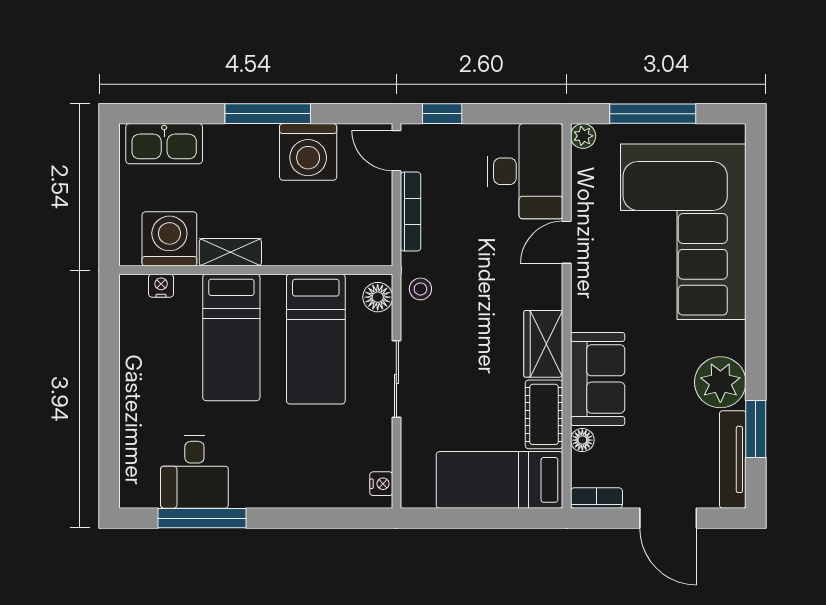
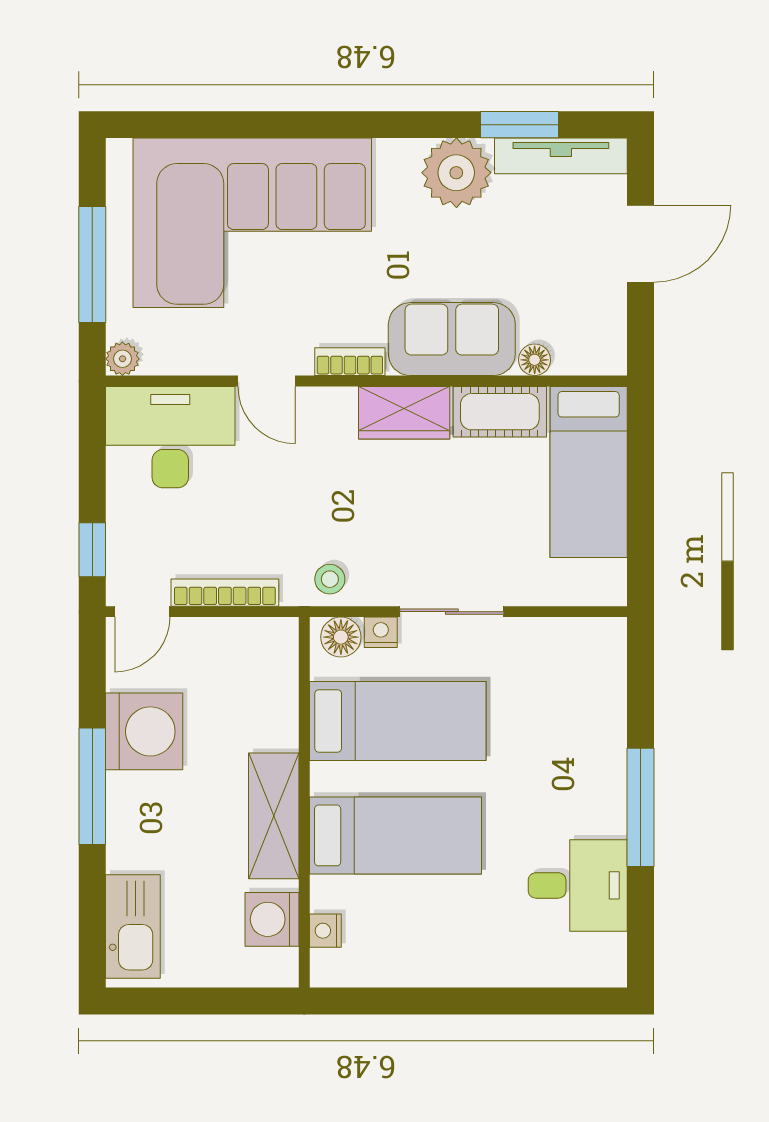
washing machine: (169, 239) -> (272, 919), width x0.73, depth x0.73
shelving: (230, 252) -> (274, 816), width x1.50, depth x1.33
nightstand: (381, 484) -> (381, 632), moved
bookcase: (596, 498) -> (350, 362), moved, turned 90
window: (202, 518) -> (640, 807), moved

